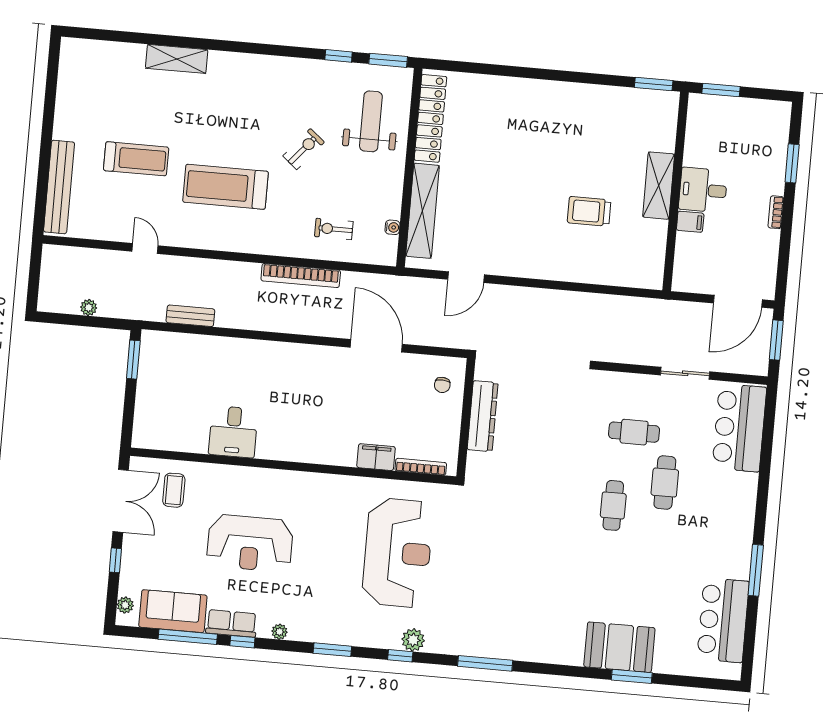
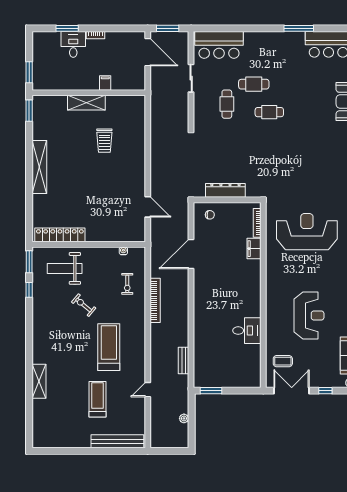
treadmill: (226, 187) -> (109, 347), turned 180
desk: (703, 190) -> (73, 44), moved, turned 180
shelving: (423, 211) -> (39, 167), moved, turned 90

